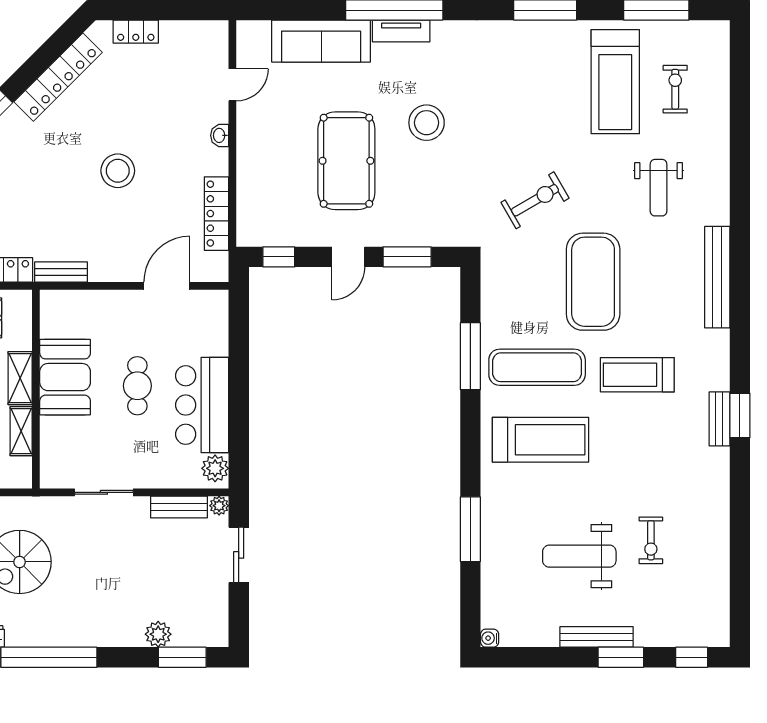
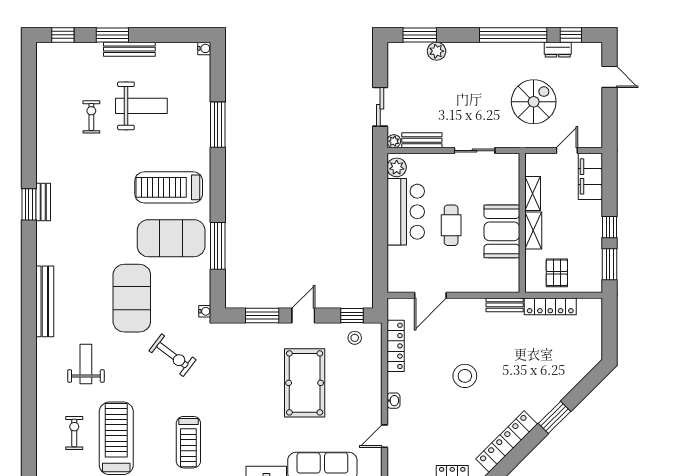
exercise bike: (675, 89) -> (74, 433), turned 180
stool: (427, 123) -> (355, 338), moved, width x0.53, depth x0.53
exercise bike: (535, 200) -> (172, 355), turned -113
water cooler: (489, 263) -> (205, 311), added
exercise mat: (537, 367) -> (171, 238), width x1.47
treadmill: (637, 375) -> (188, 442), moved, turned 90

